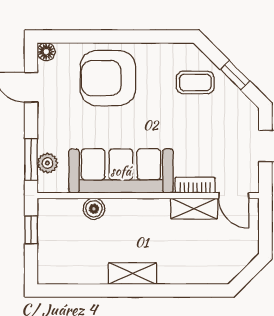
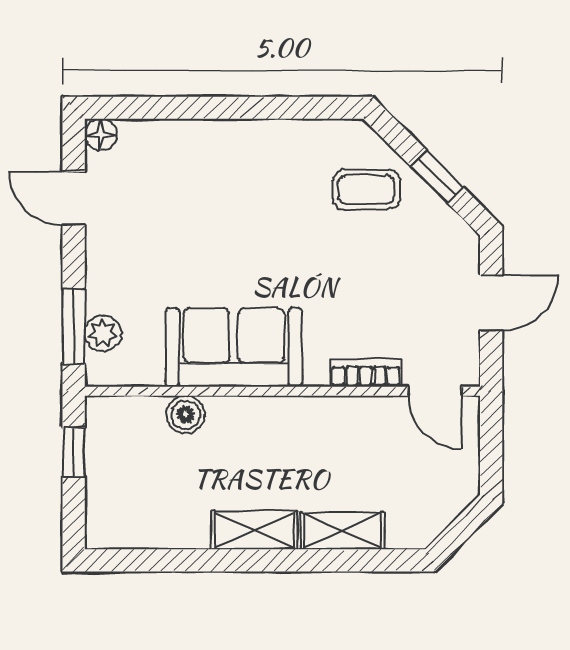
armchair: (108, 78) -> (210, 182), removed
sofa: (121, 171) -> (234, 347), width x0.73
shelving: (194, 209) -> (342, 531), moved

